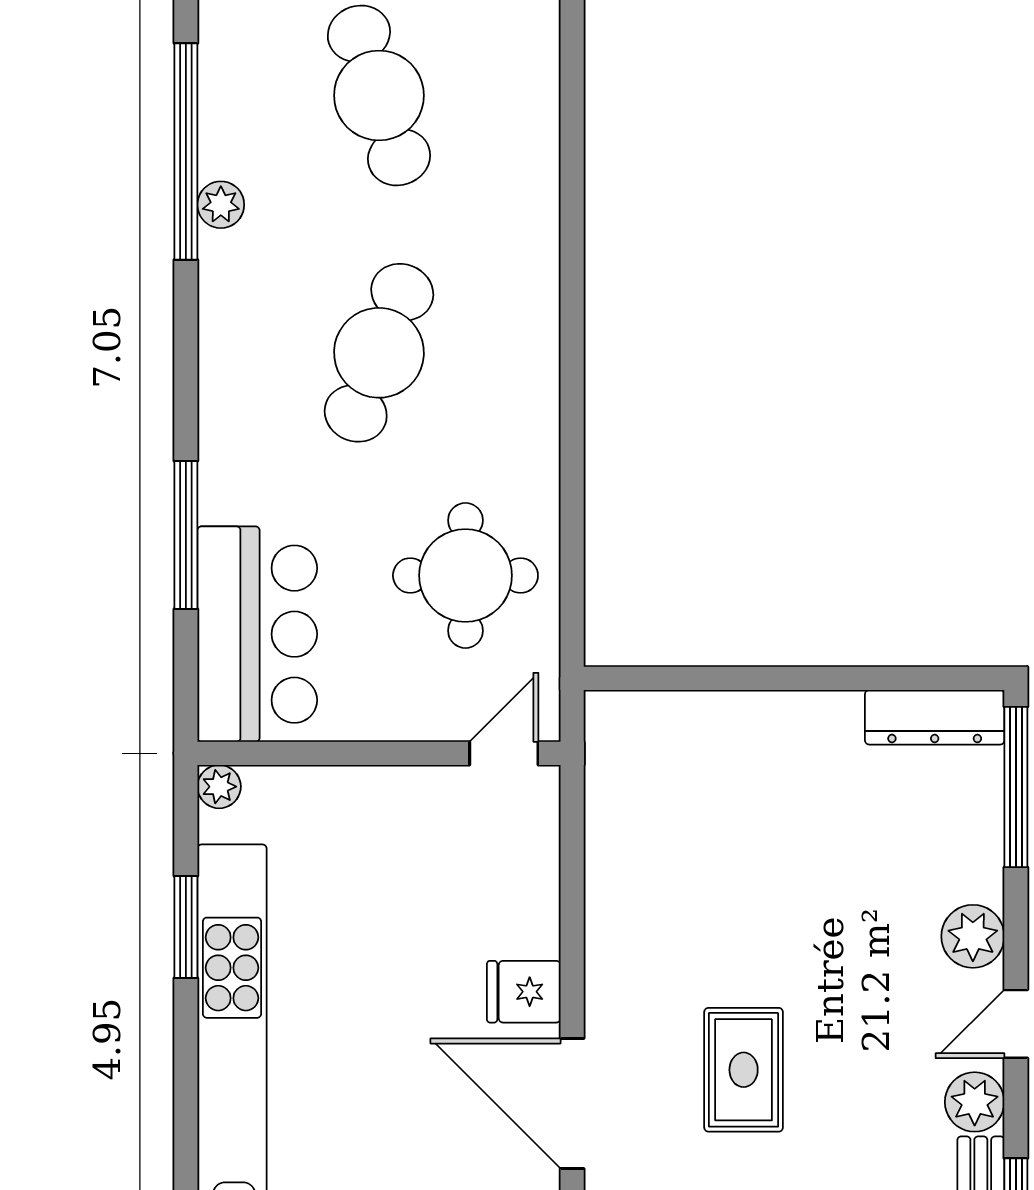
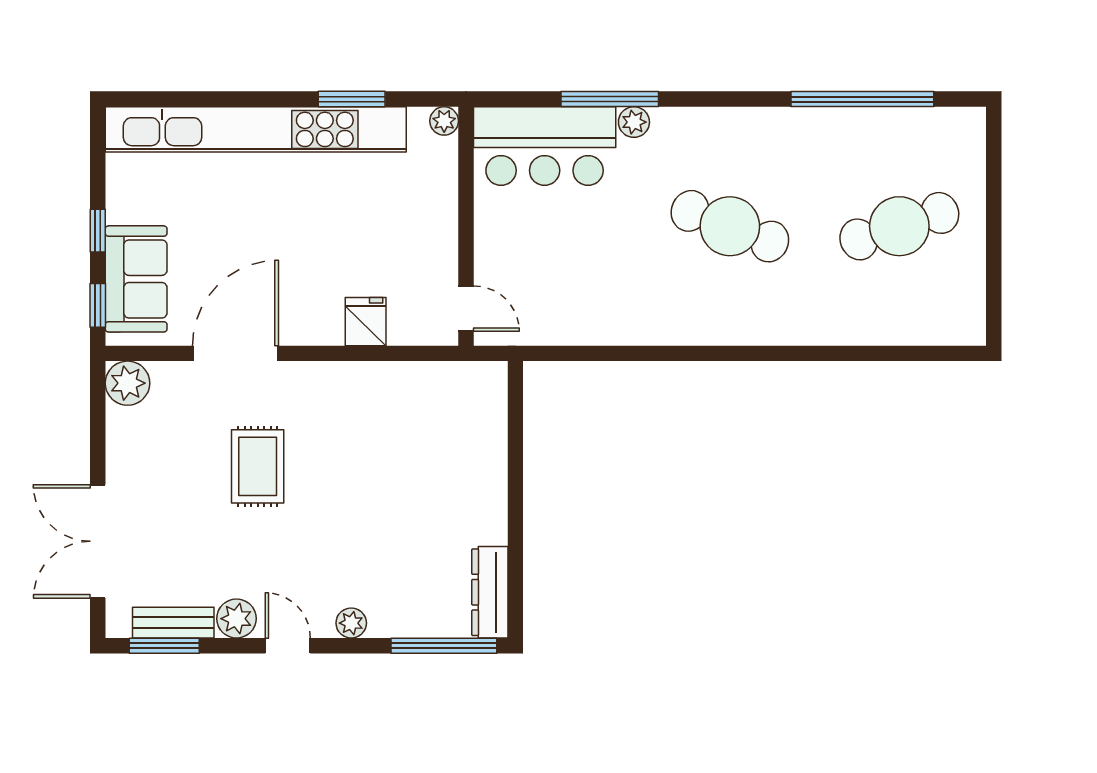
plant: (221, 205) -> (634, 122), moved
round table: (465, 575) -> (583, 283), removed
plant: (973, 936) -> (351, 623), width x0.73, depth x0.73
fridge: (524, 992) -> (366, 322), moved
rug: (744, 1070) -> (258, 466), turned 90

